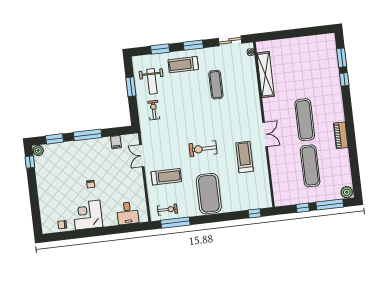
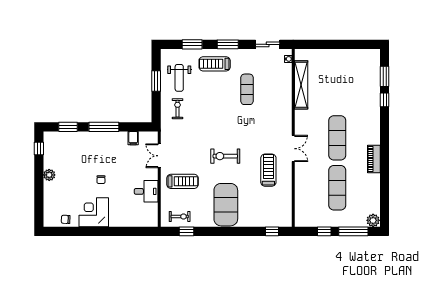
plant: (38, 150) -> (49, 175), moved
desk: (128, 213) -> (146, 191), moved, turned -90
window: (175, 223) -> (187, 231), width x0.46

